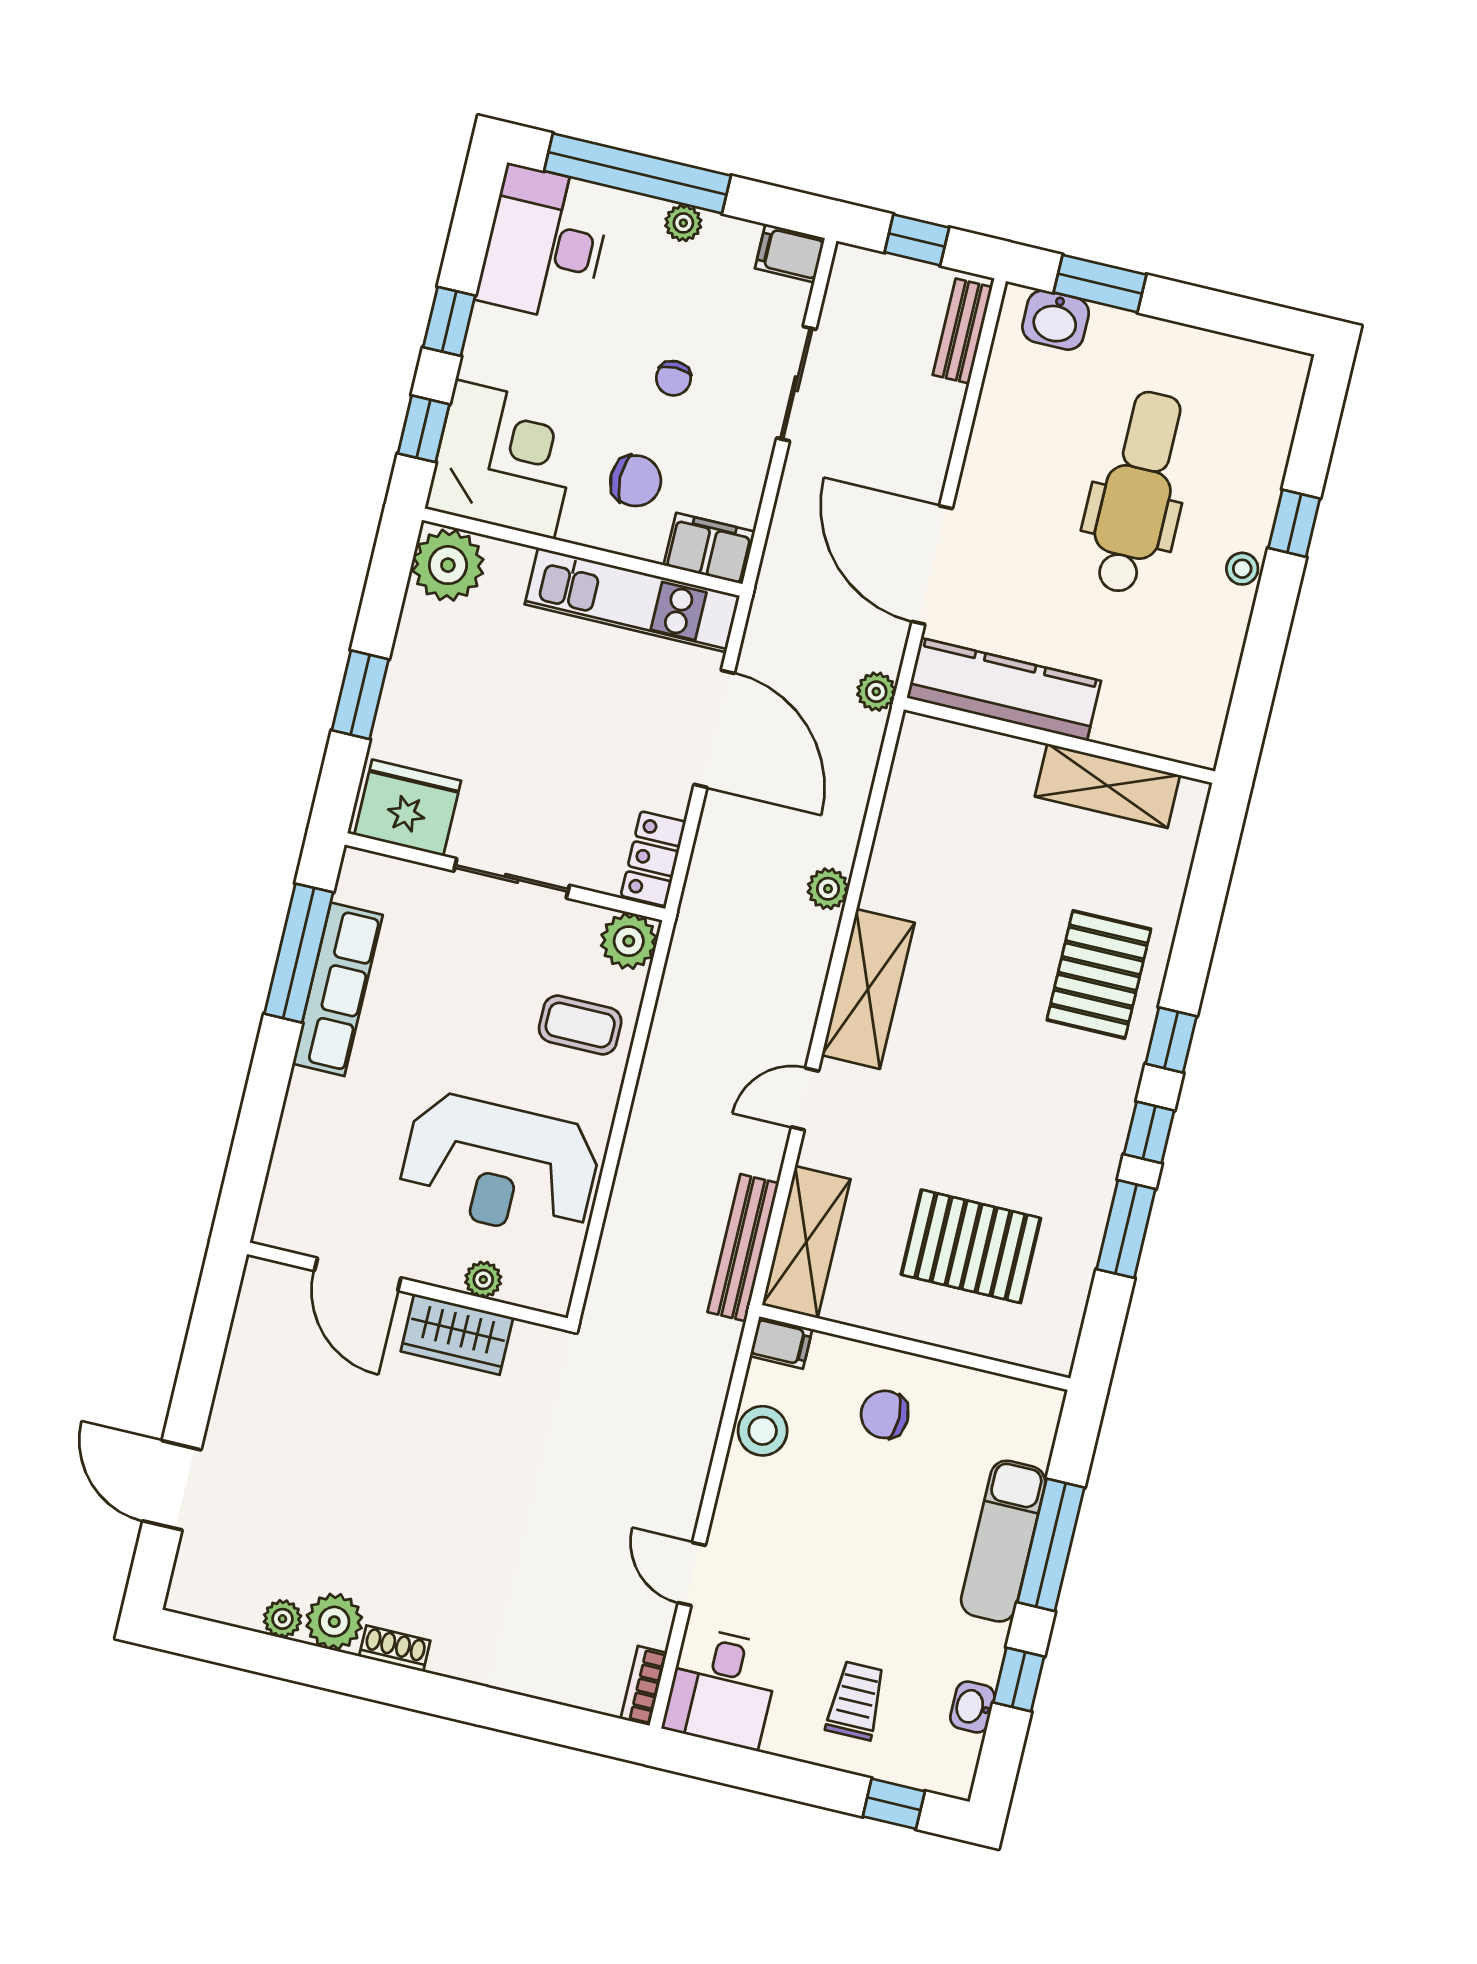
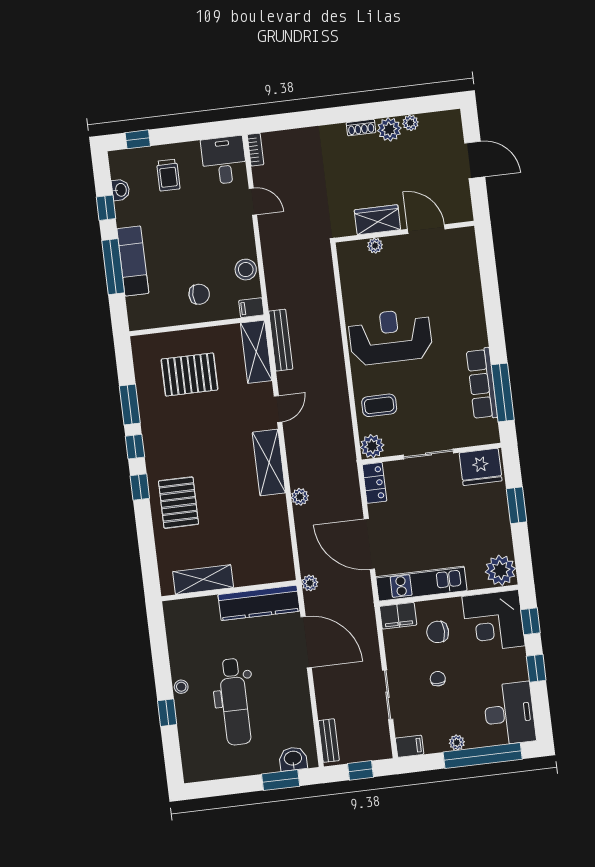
door: (358, 1274) -> (426, 229), moved
plant: (483, 1280) -> (375, 246), moved
wall: (407, 1286) -> (405, 232), moved
wardrobe: (457, 1334) -> (377, 220), moved

